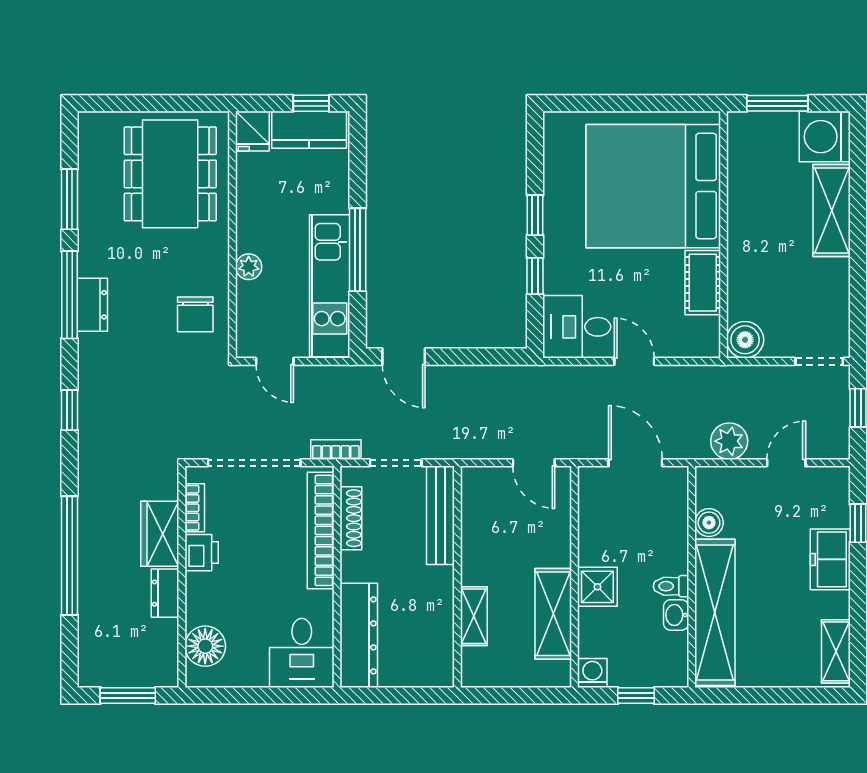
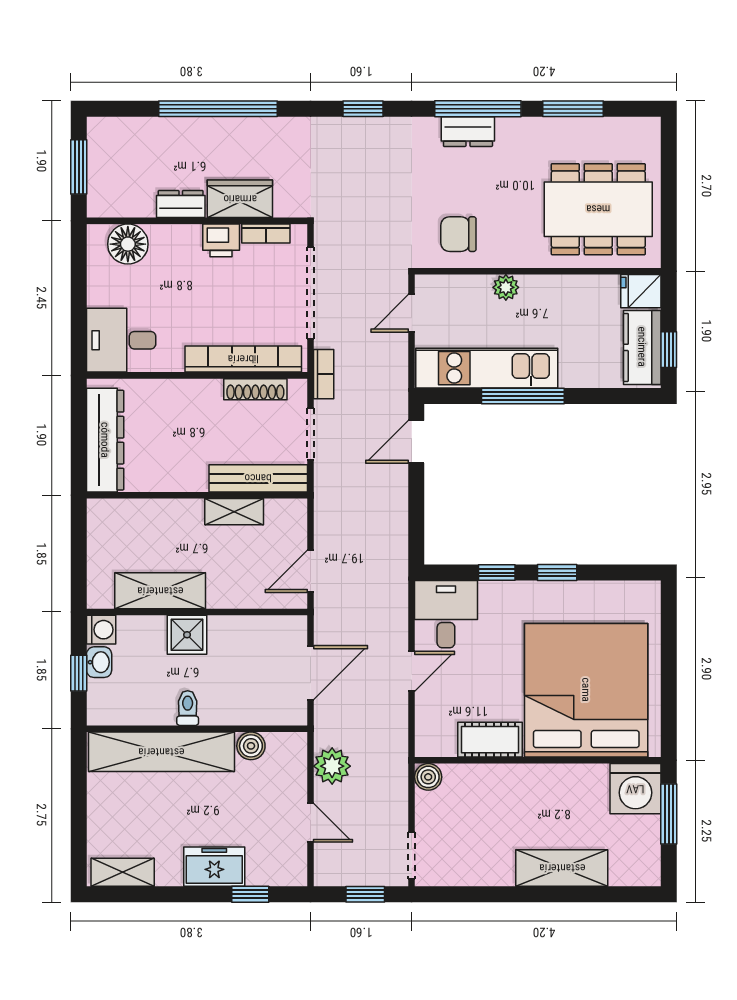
washing machine: (825, 137) -> (635, 789), moved, turned 180
boiler: (745, 340) -> (428, 777), width x0.73, depth x0.73
washbasin: (676, 615) -> (99, 662), moved, turned 90
shelving: (474, 616) -> (234, 512), moved
dresser: (359, 635) -> (105, 440), moved, turned -90

